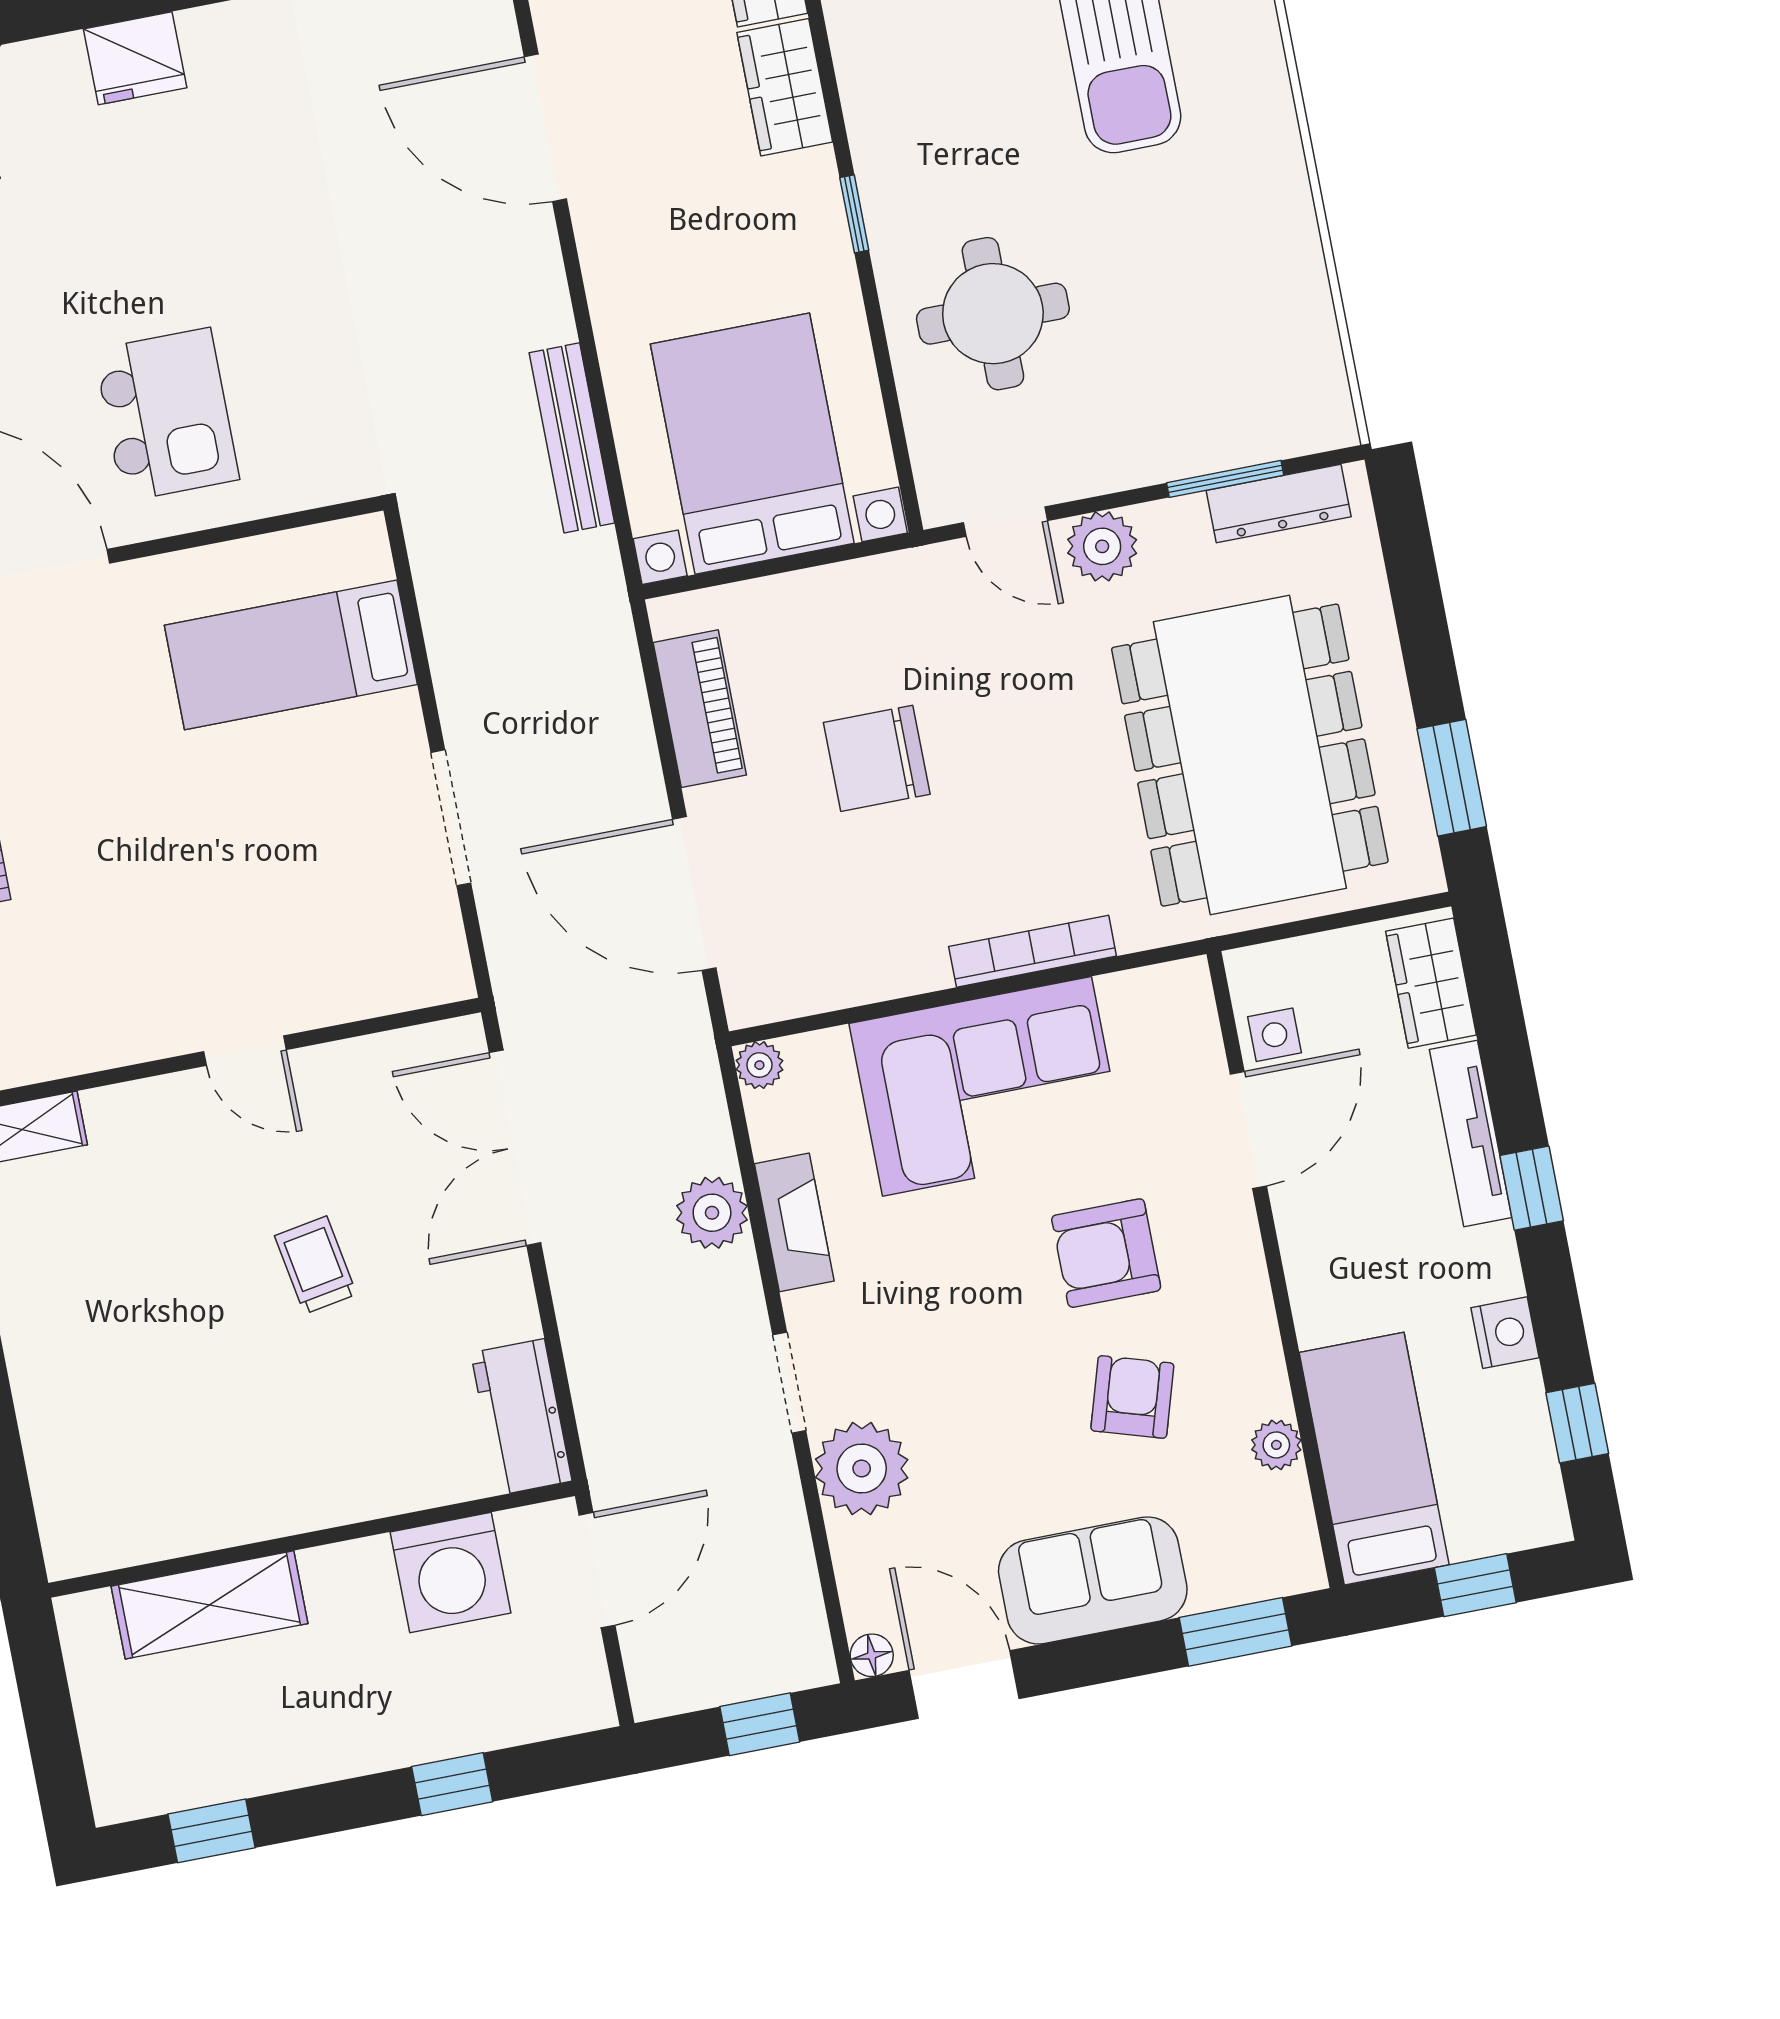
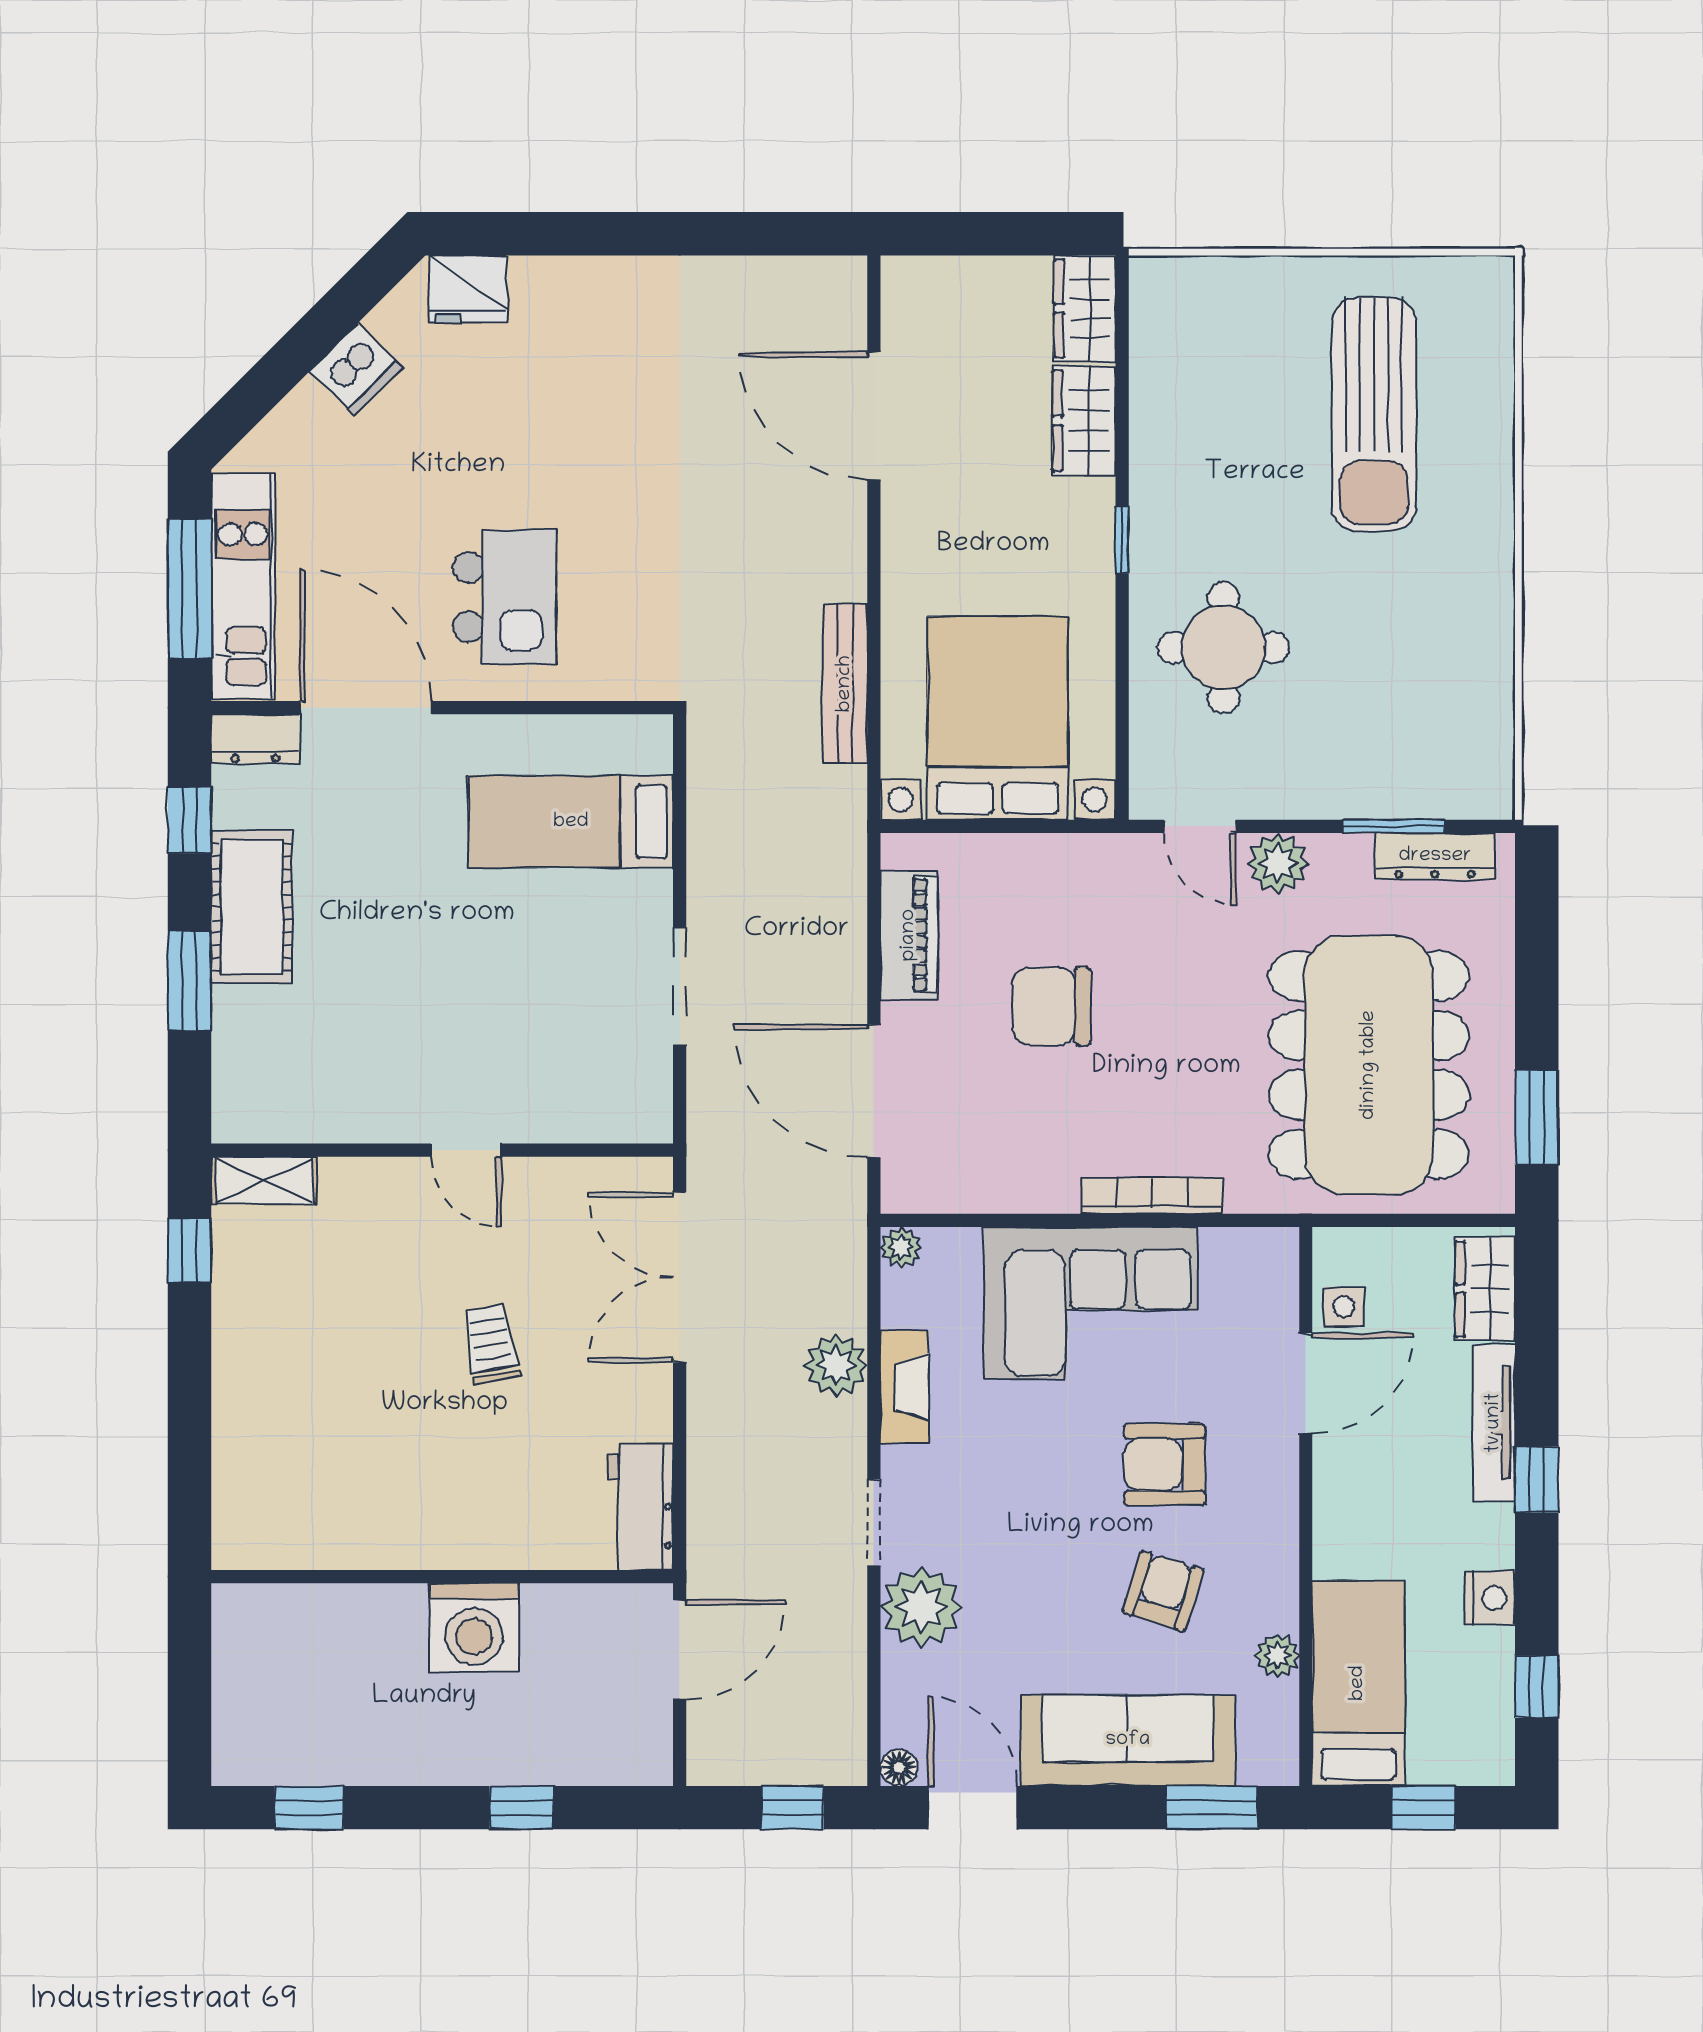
fridge: (135, 58) -> (468, 289), moved
washing machine: (451, 1573) -> (474, 1628), moved
sofa: (1093, 1580) -> (1128, 1740), width x1.36
shelving: (210, 1605) -> (345, 1615), removed

